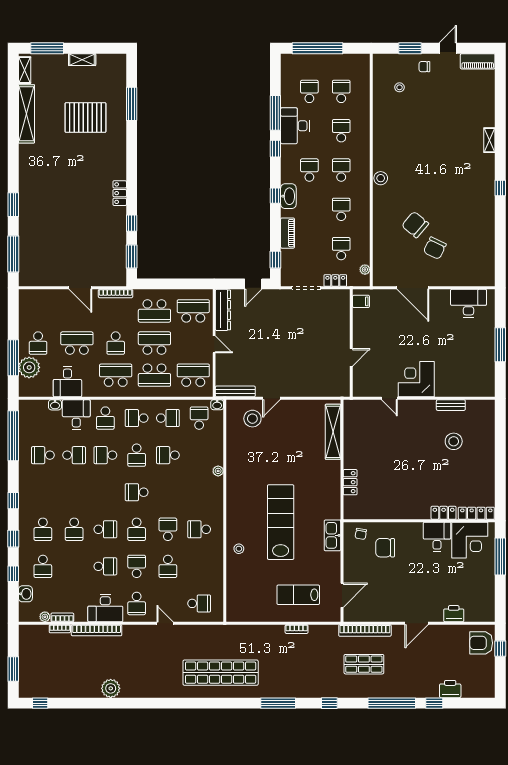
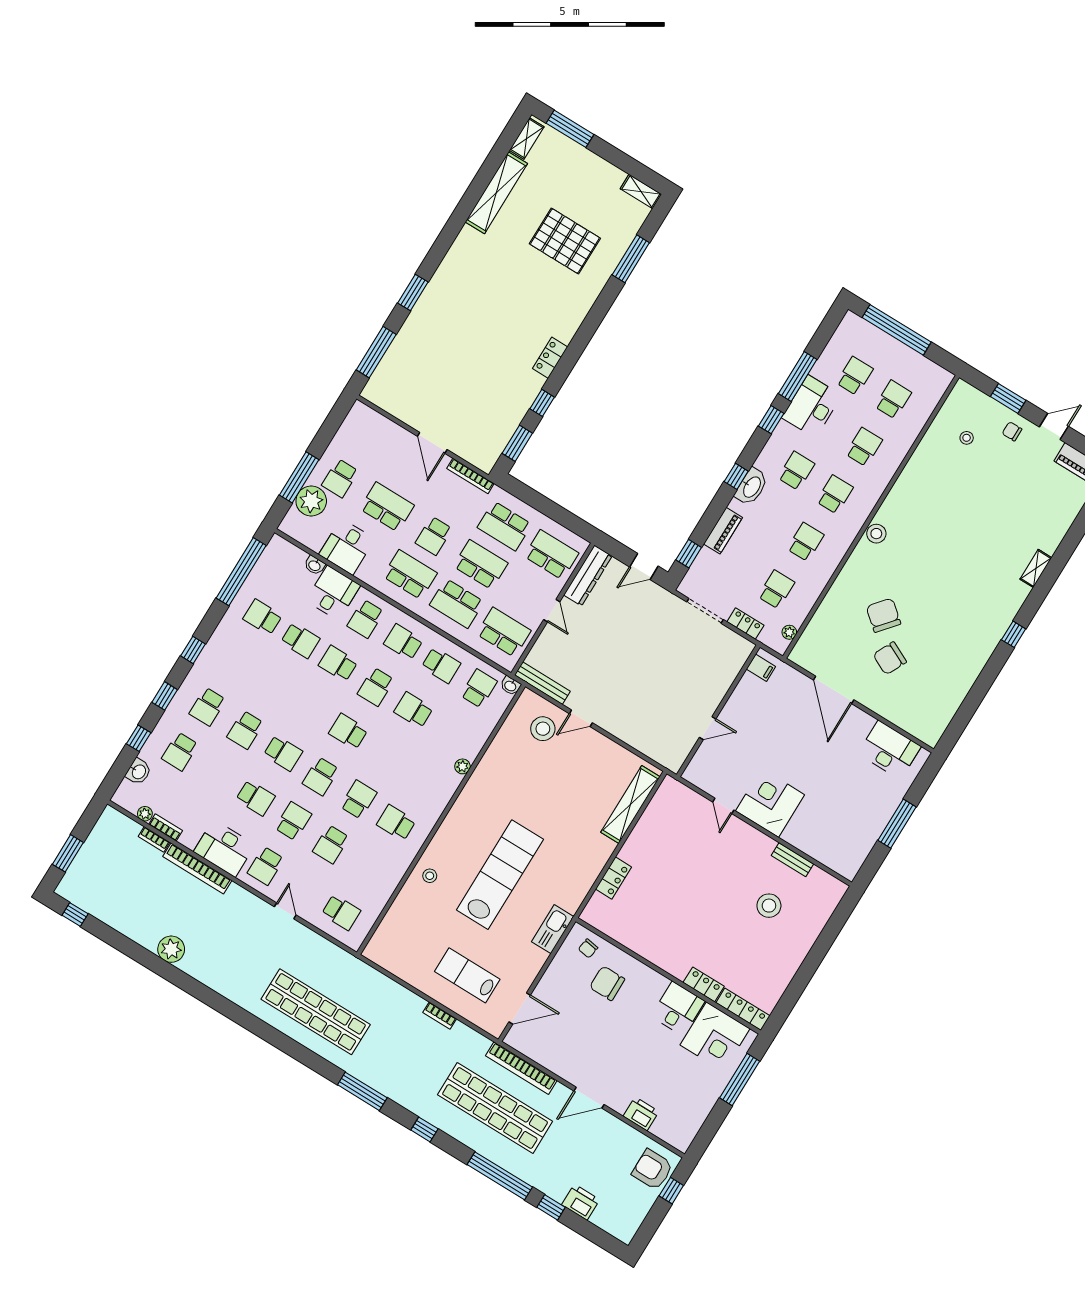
shelving: (82, 60) -> (641, 191), moved
shop shelf: (364, 664) -> (495, 1108), width x2.00, depth x1.36

